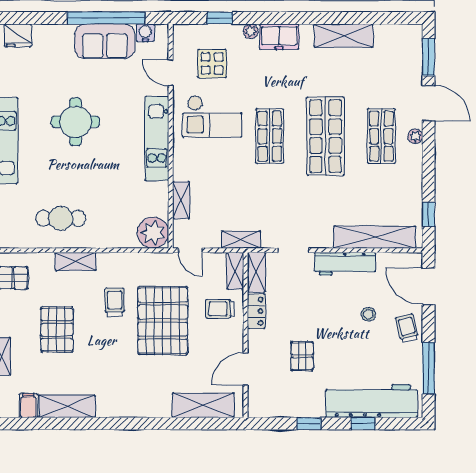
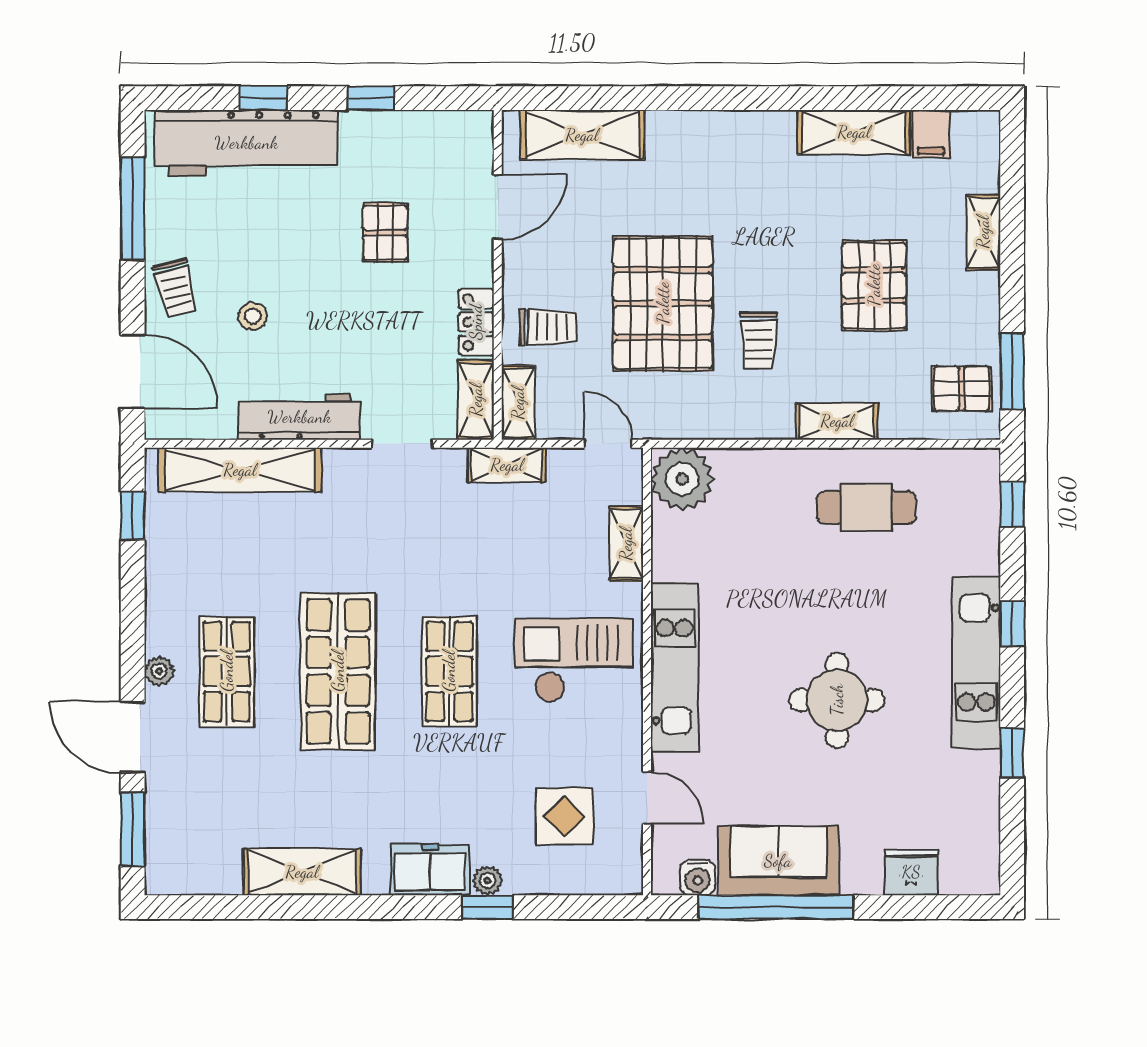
window: (220, 18) -> (488, 907), moved
fridge: (18, 35) -> (911, 872), moved
checkout: (212, 116) -> (574, 660), moved

